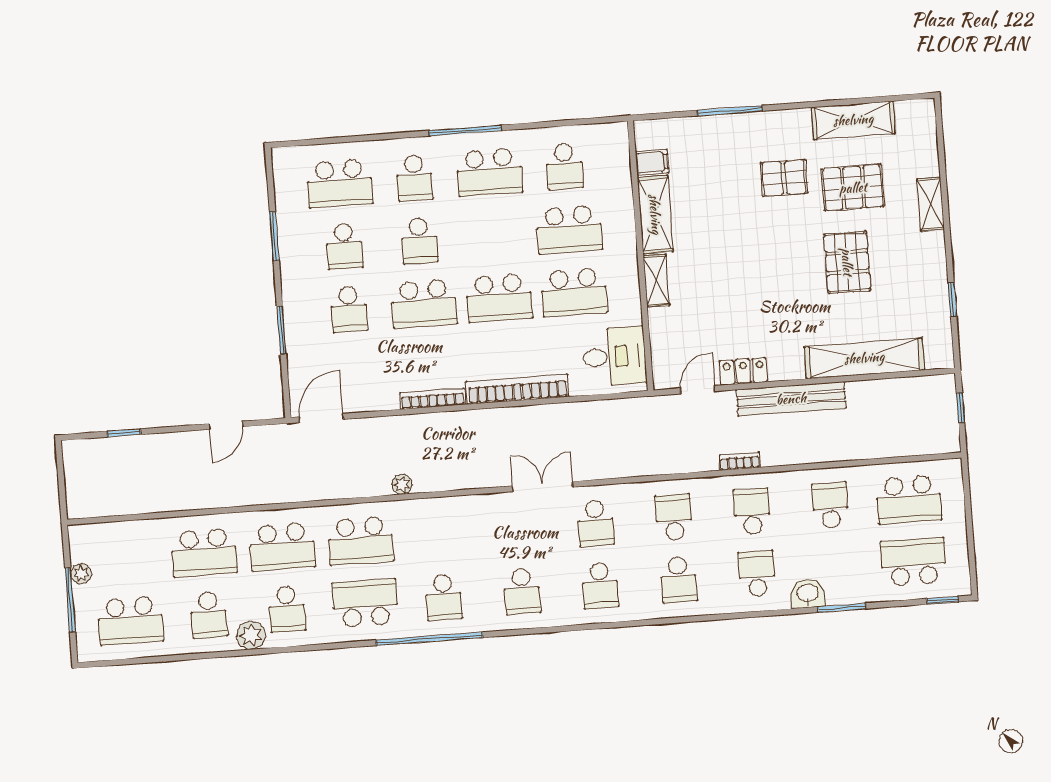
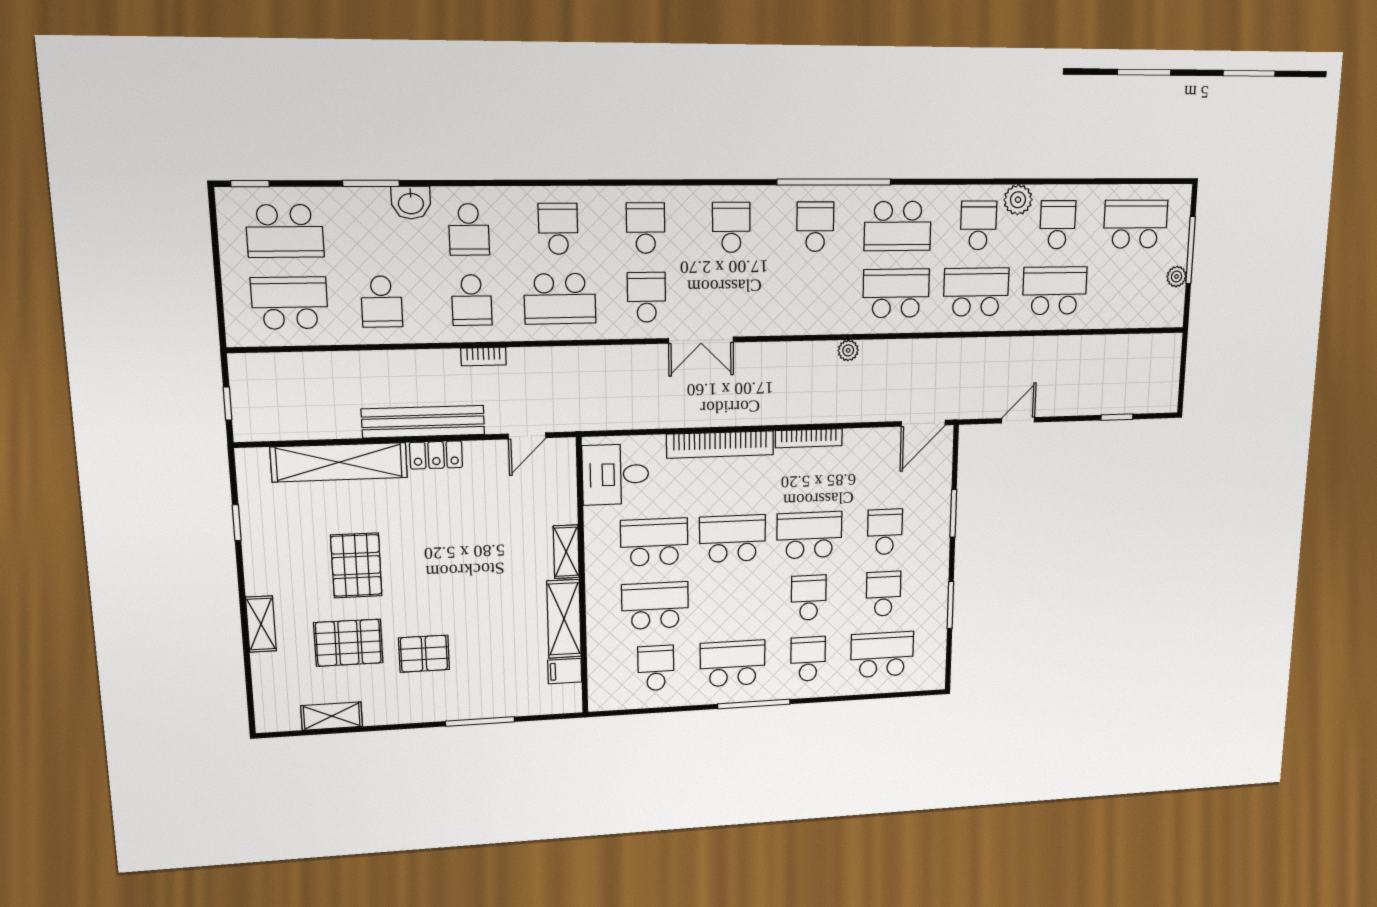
shelving: (853, 120) -> (332, 716), width x0.67, depth x0.75
locker: (743, 371) -> (436, 455), moved
school desk: (674, 517) -> (560, 299), width x1.85

